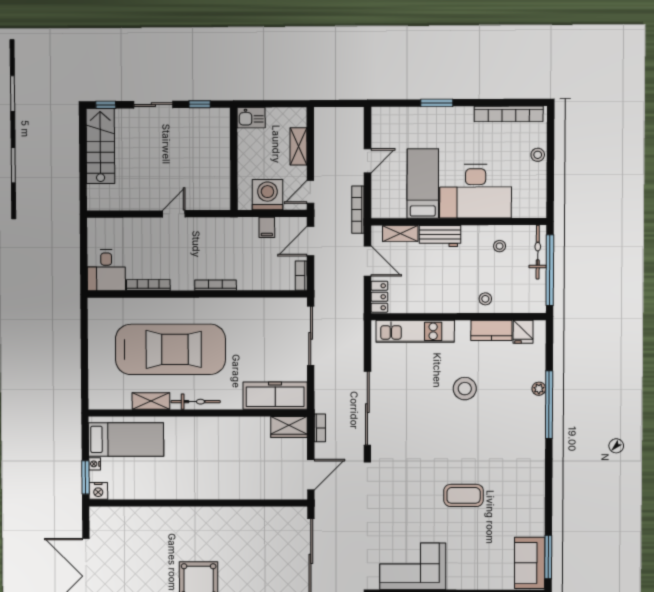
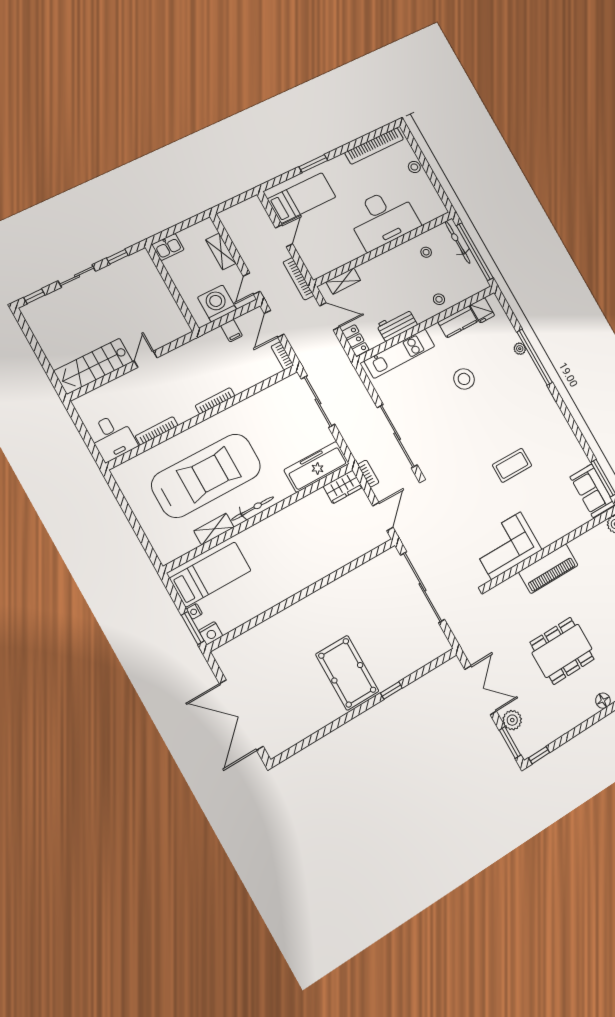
stairs: (100, 146) -> (93, 366), moved, turned -90
bed: (423, 184) -> (302, 198), moved, turned 90
workbench: (440, 236) -> (397, 325), moved, turned 180

